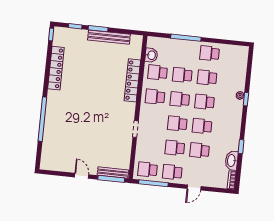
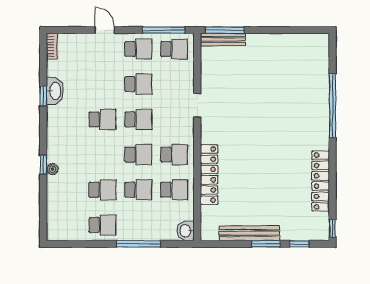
washbasin: (151, 55) -> (186, 231), moved
school desk: (205, 102) -> (102, 155), removed
school desk: (200, 150) -> (102, 84), removed
washbasin: (232, 161) -> (55, 91), moved
door: (82, 176) -> (268, 30), removed
door: (194, 187) -> (105, 30), hinge flipped

